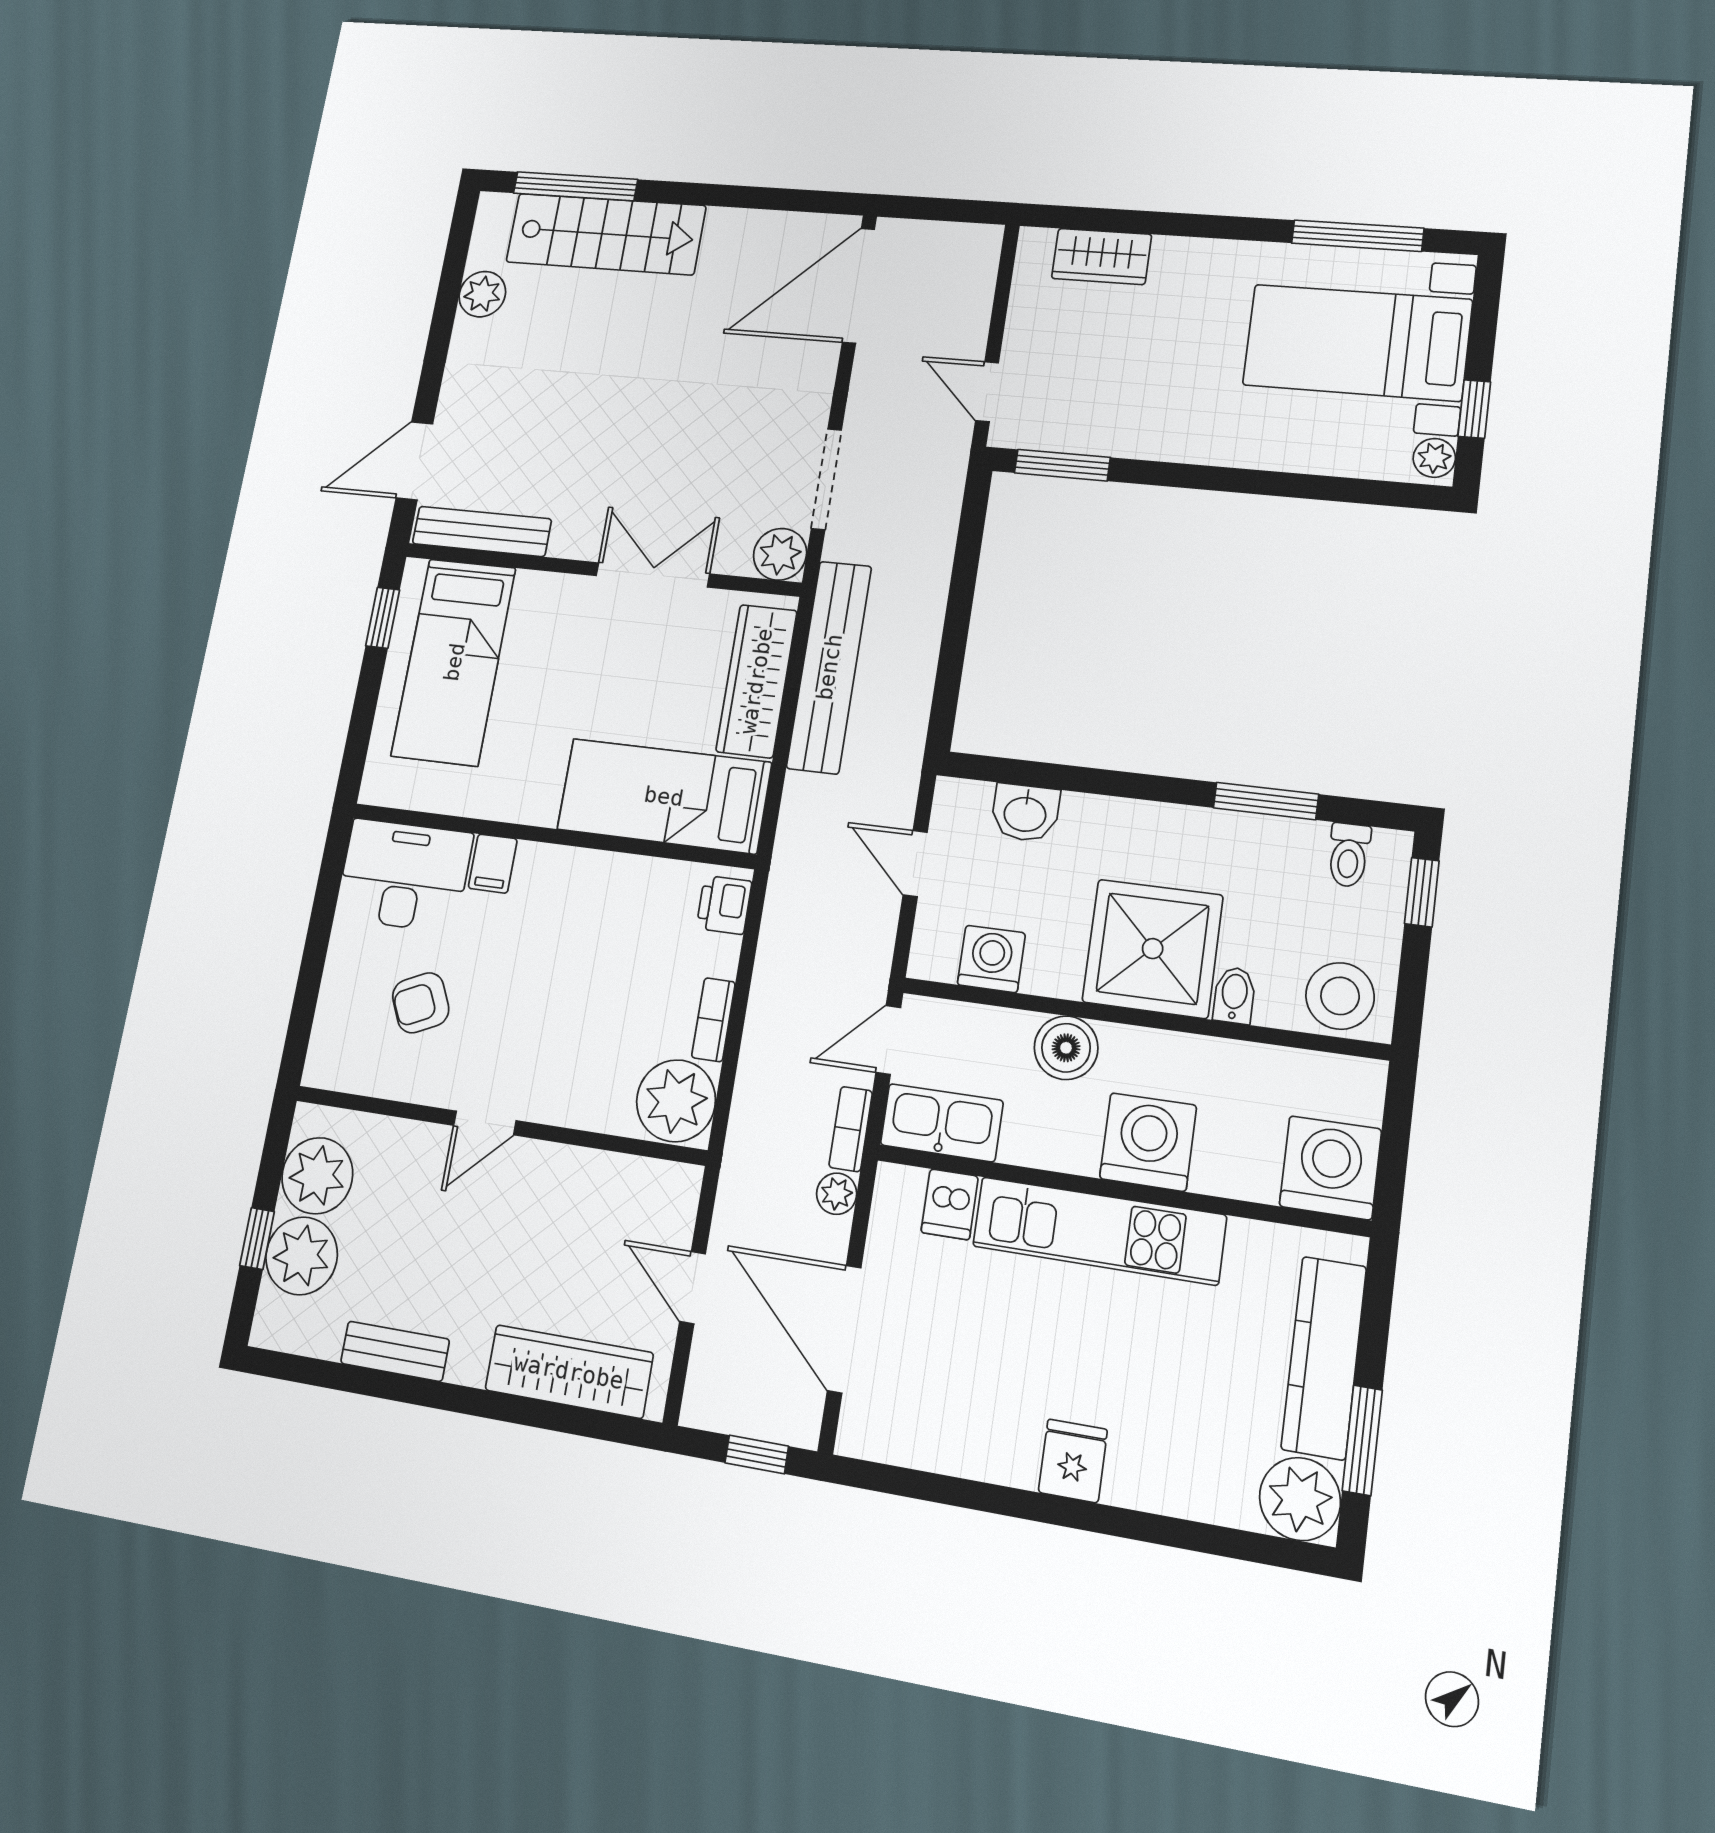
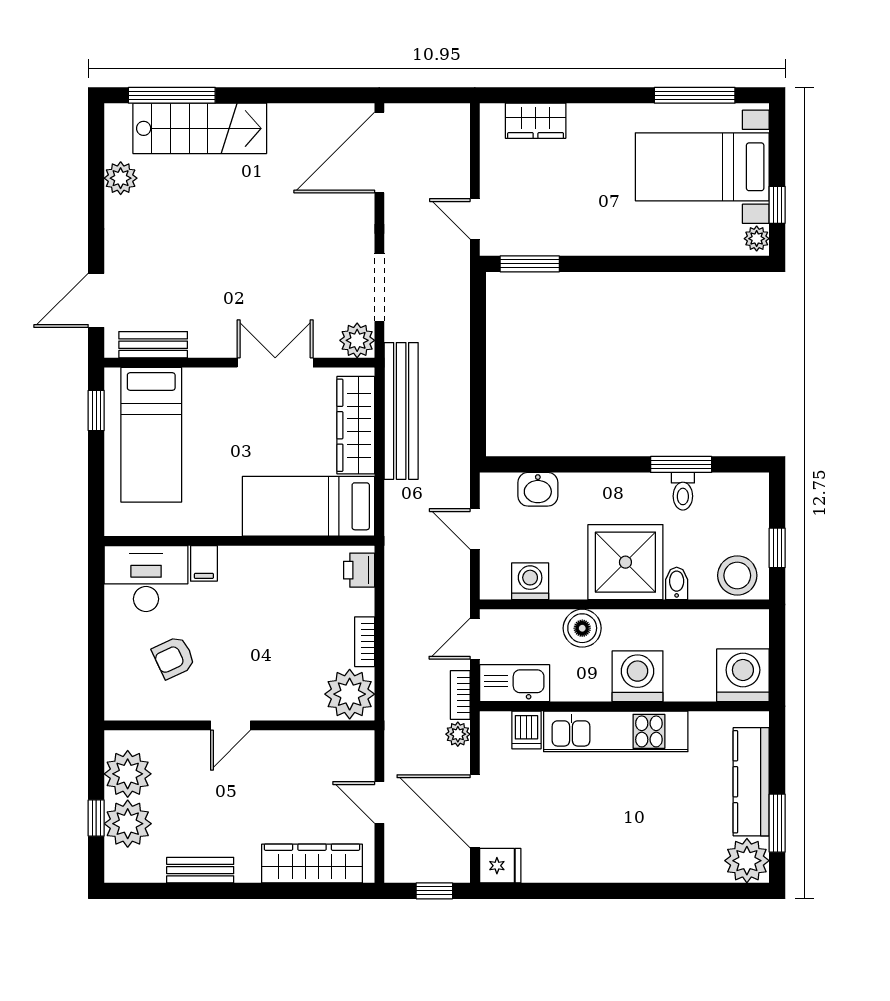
bench: (482, 531) -> (153, 345), width x0.73
toilet: (1349, 855) -> (683, 491), moved
window: (1422, 892) -> (777, 548), moved
fridge: (1073, 1461) -> (500, 866), moved, turned 90

